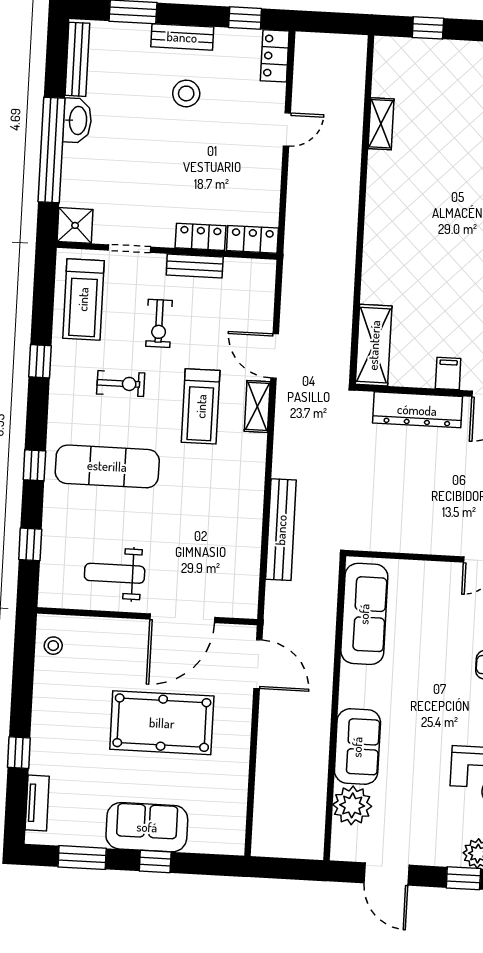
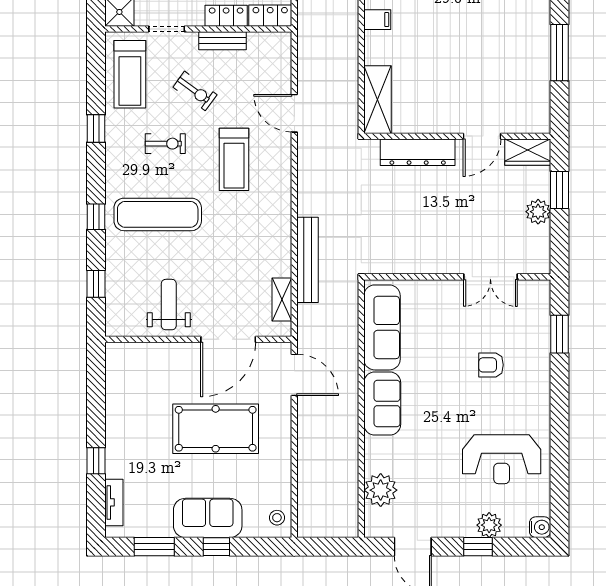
exercise bike: (159, 323) -> (195, 91), turned -54
filing cabinet: (448, 374) -> (377, 20), moved, turned 90
shelving: (257, 406) -> (282, 300), moved
weight bench: (115, 573) -> (169, 305), turned 90
stool: (53, 646) -> (277, 518), moved
sofa: (357, 747) -> (382, 404), moved

